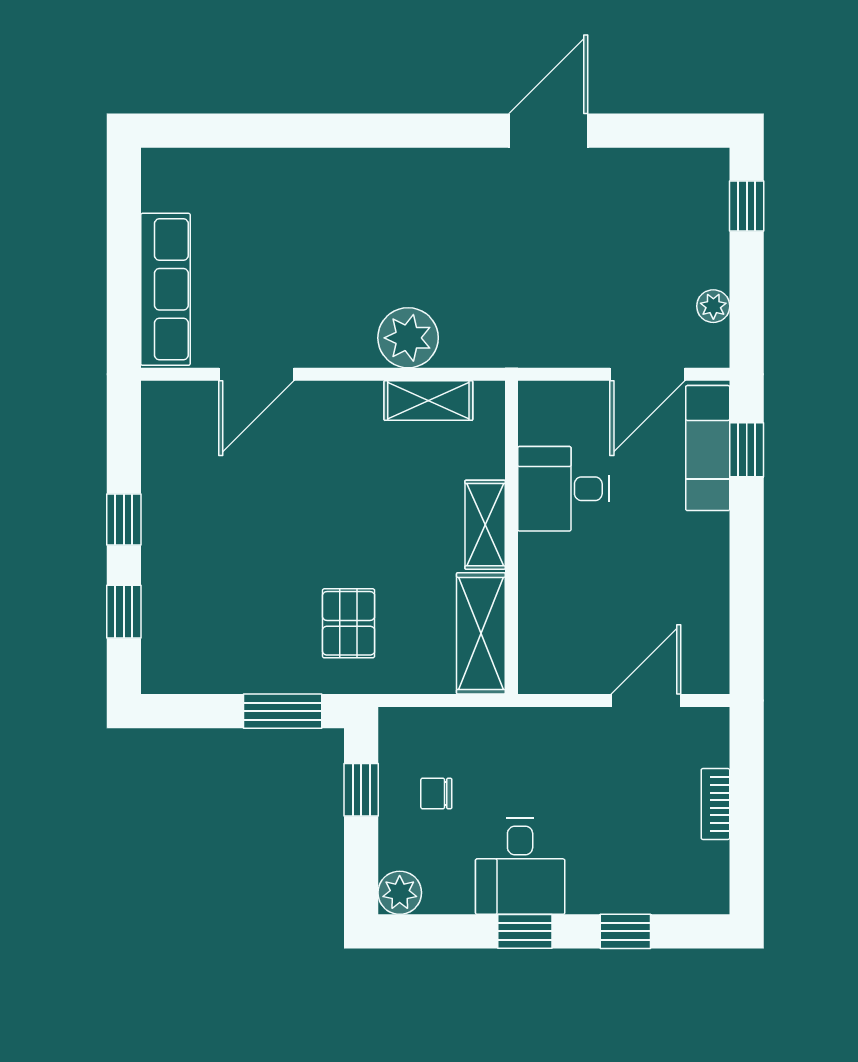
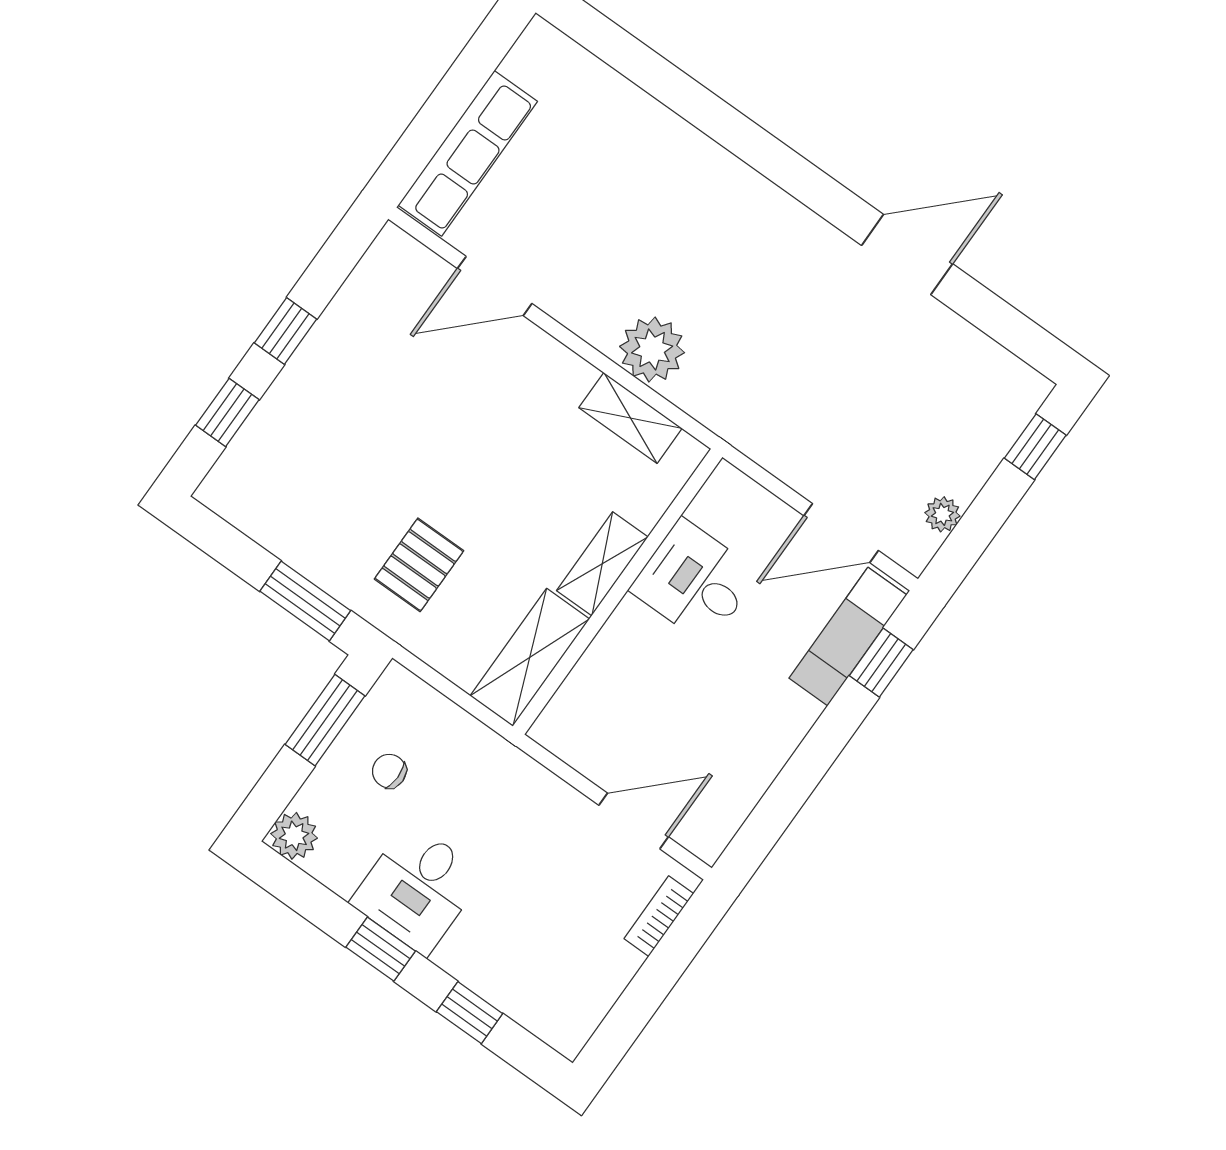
window: (361, 790) -> (325, 720), width x1.50
bookcase: (715, 804) -> (659, 916), moved

